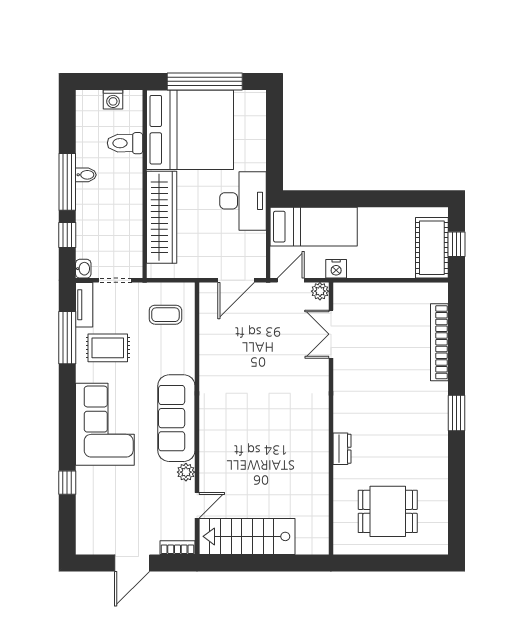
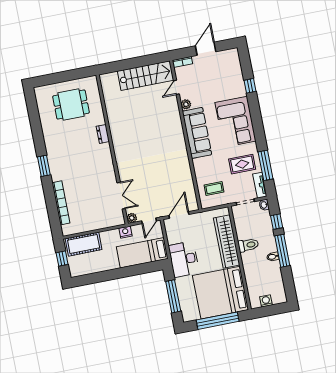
window: (274, 139) -> (173, 296), added
toilet: (125, 143) -> (248, 245), moved
cot: (432, 248) -> (84, 244), moved, turned 90

